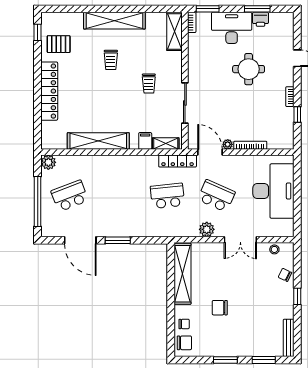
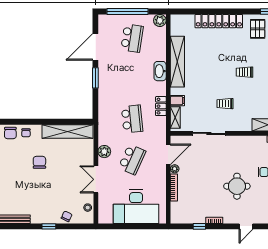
locker: (178, 161) -> (161, 106), moved, width x0.66
washbasin: (110, 162) -> (160, 71), added
school desk: (70, 196) -> (132, 38), turned 30

